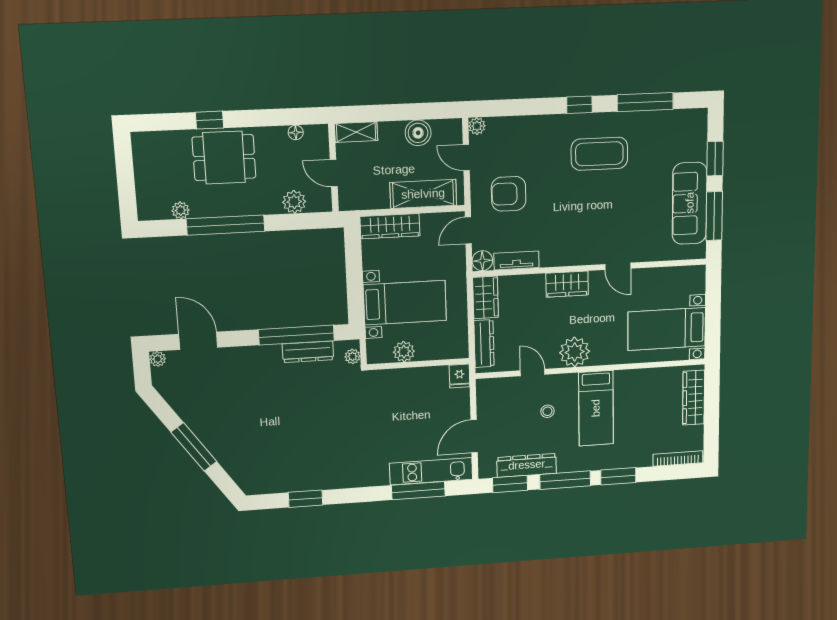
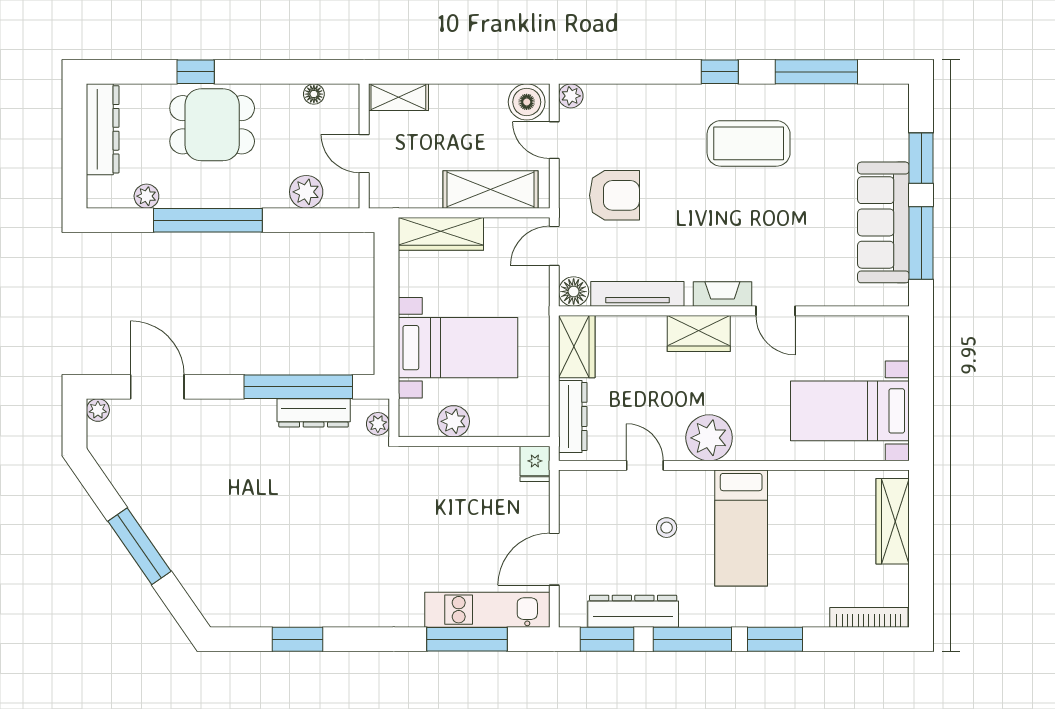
boiler: (418, 133) -> (527, 102), moved
dresser: (145, 164) -> (103, 129), added
armchair: (509, 194) -> (614, 195), turned 180
fireplace: (583, 257) -> (722, 294), added
tv unit: (516, 260) -> (637, 294), width x1.41

